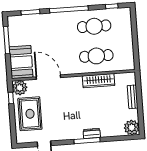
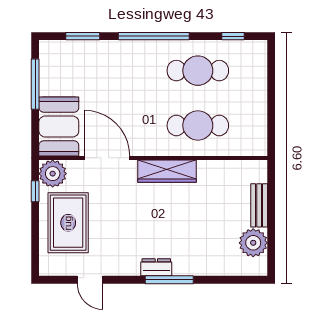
wardrobe: (99, 81) -> (167, 171), moved
plant: (132, 128) -> (253, 243), moved
dresser: (92, 133) -> (156, 267), moved

